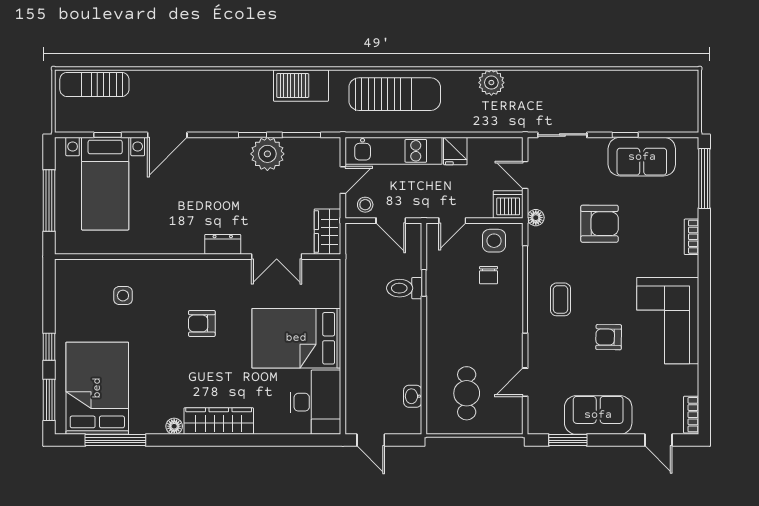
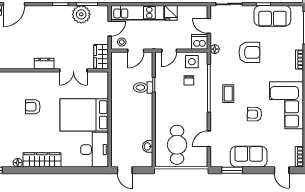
plant: (267, 154) -> (81, 14), moved
door: (391, 221) -> (136, 51), hinge flipped
cafe table: (467, 393) -> (177, 145), width x1.37, depth x1.35

